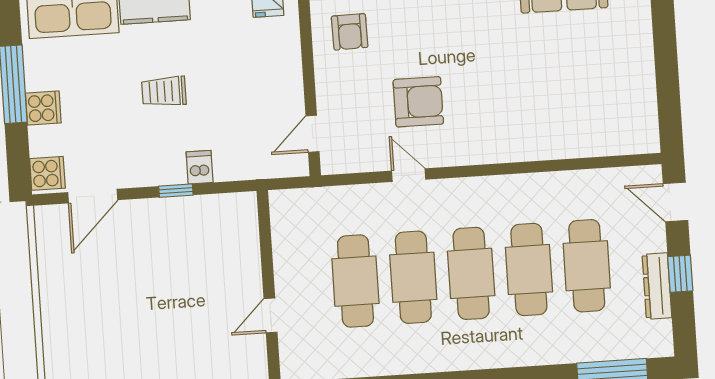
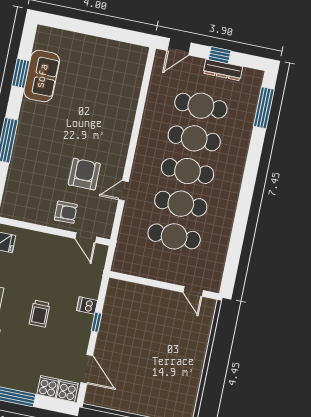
armchair: (350, 32) -> (66, 212), moved
cooker: (43, 108) -> (48, 387), moved
door: (270, 315) -> (193, 291), moved

